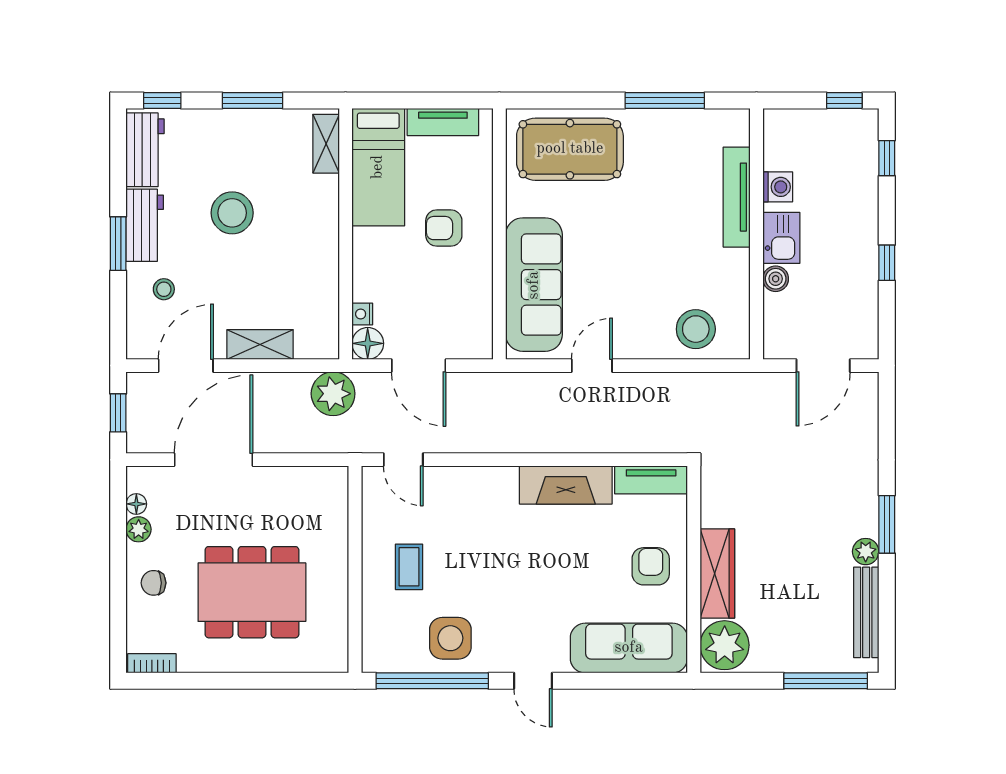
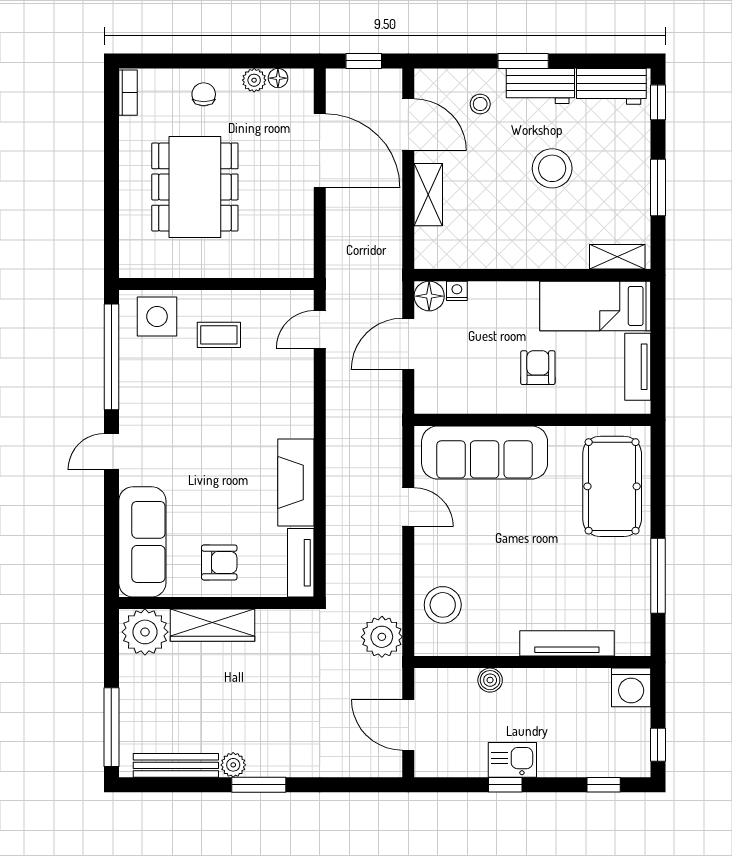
washing machine: (778, 187) -> (631, 687), moved, width x1.38, depth x1.38
kitchen sink: (781, 238) -> (512, 760), moved, turned 180
plant: (333, 394) -> (382, 637), moved
side table: (450, 638) -> (157, 316), moved

